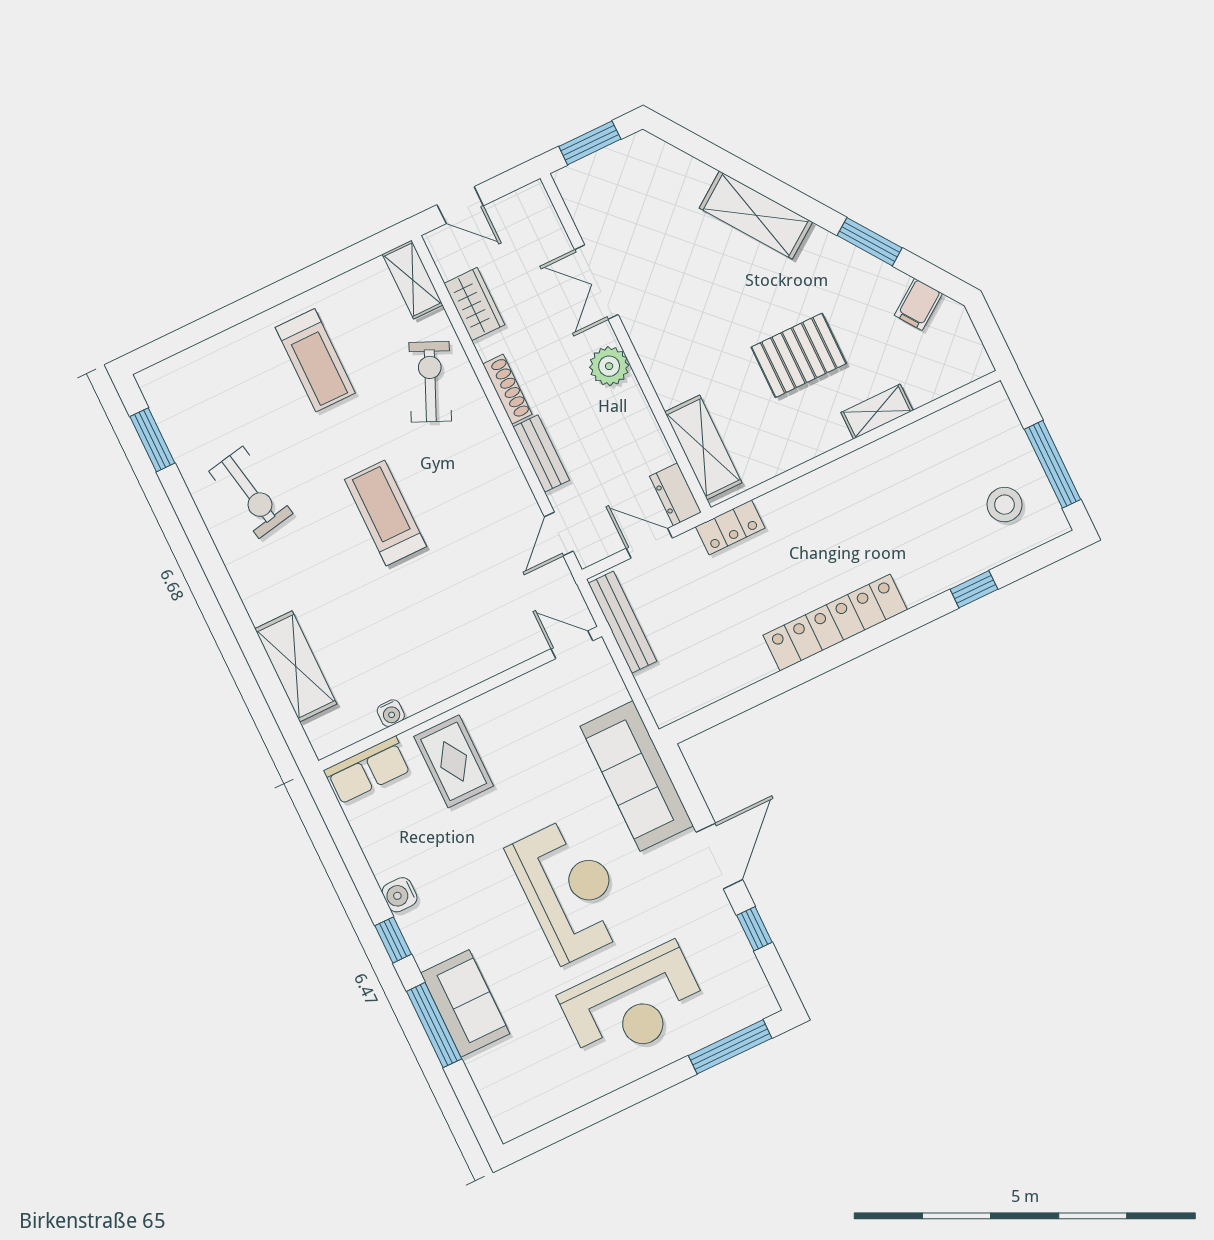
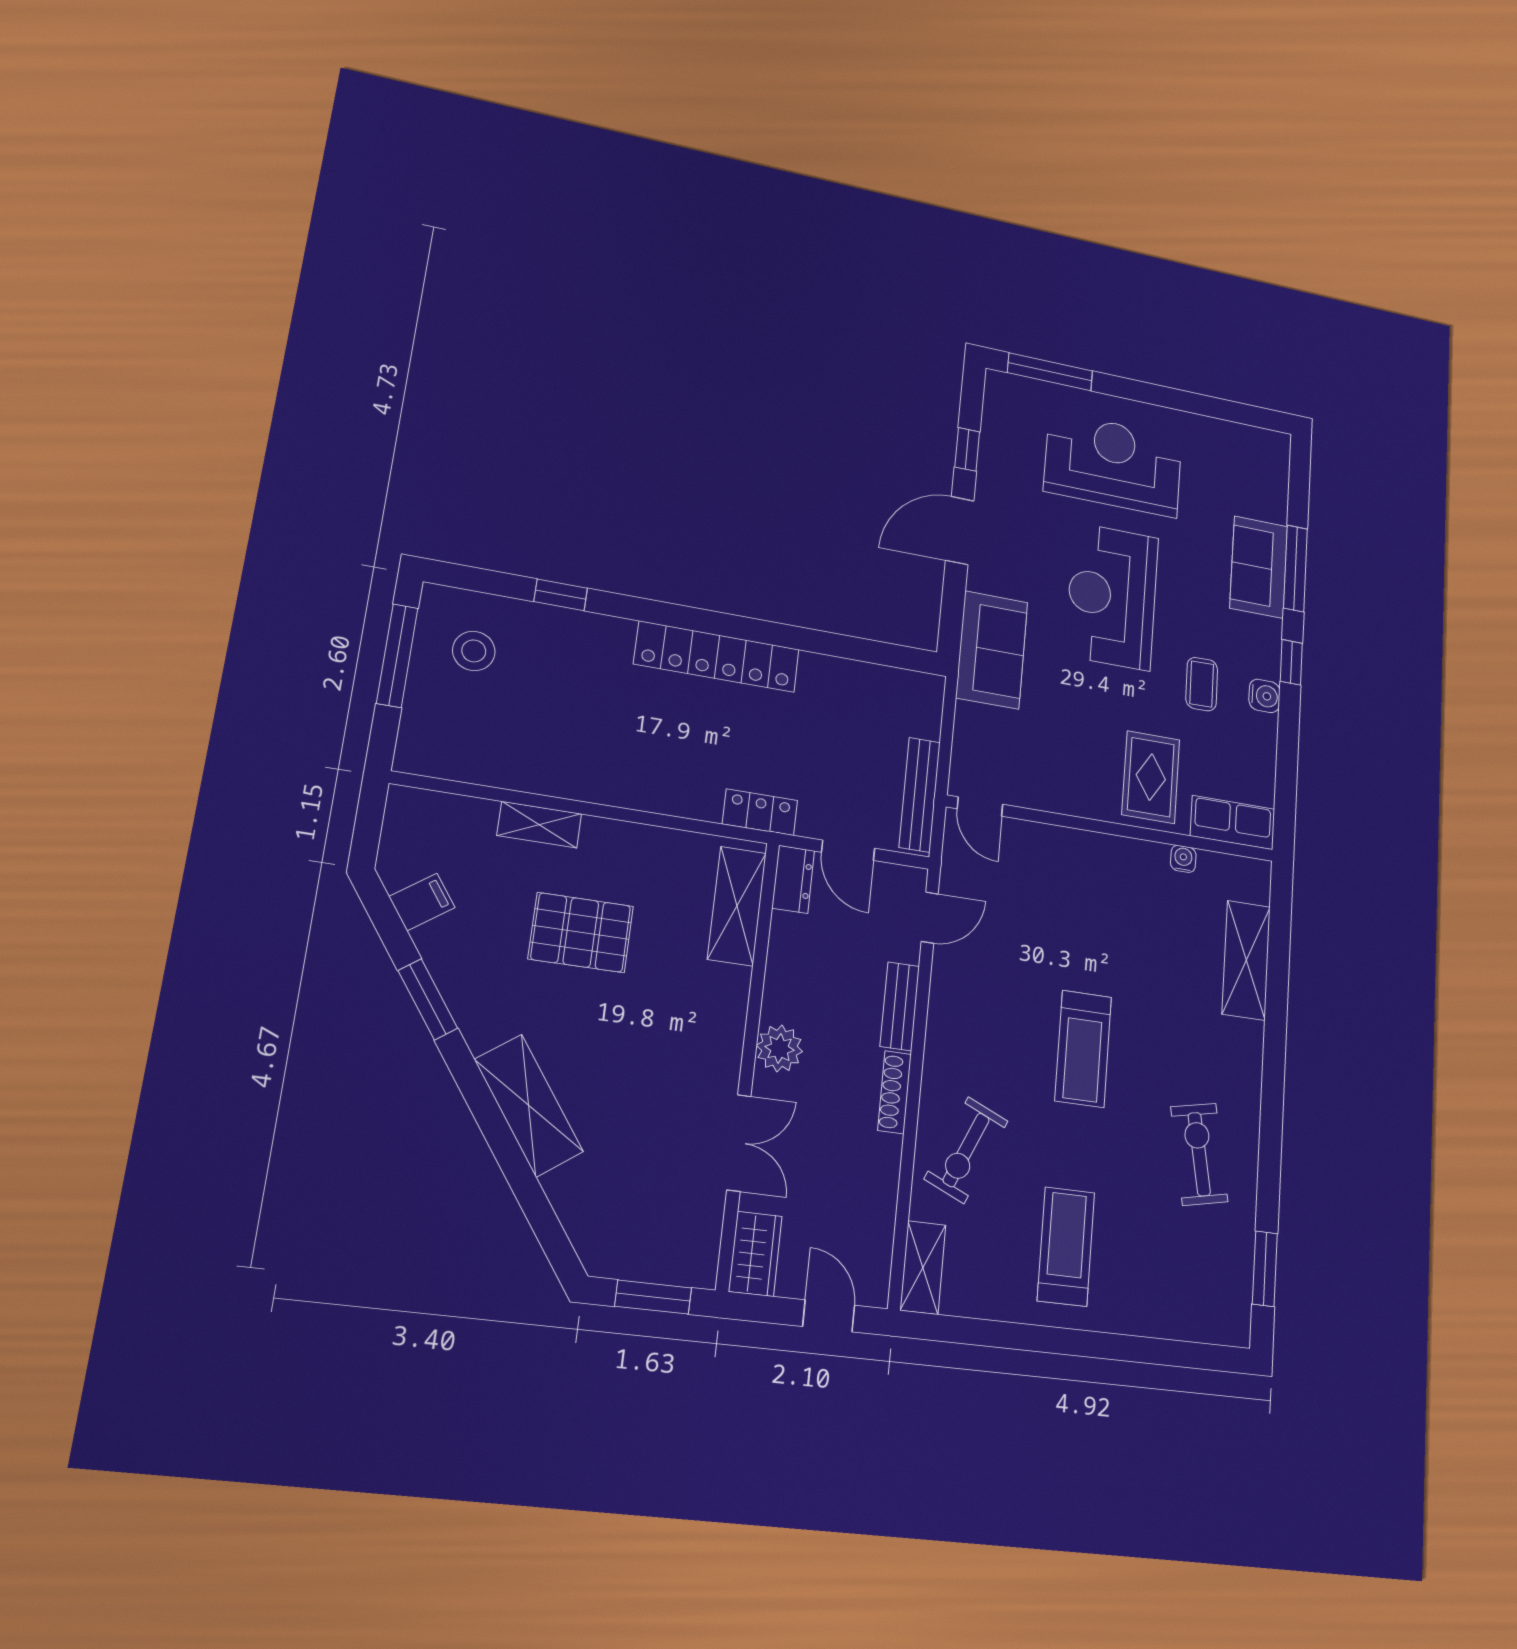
wardrobe: (474, 304) -> (755, 1254), moved, turned 180
sofa: (637, 776) -> (992, 650), width x0.73
coffee table: (456, 868) -> (1202, 684), added

